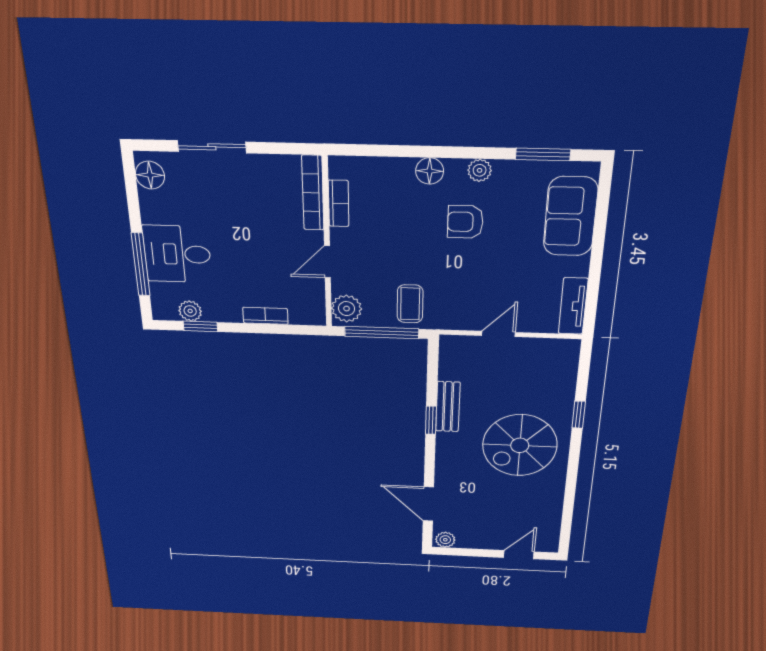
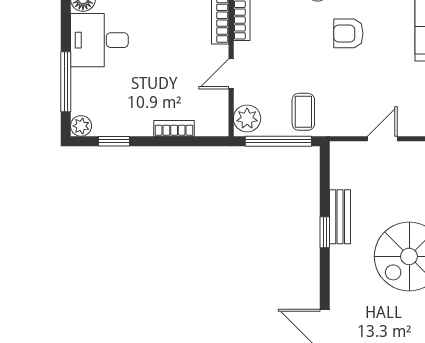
desk: (177, 254) -> (99, 40), moved
plant: (190, 311) -> (81, 126), moved

